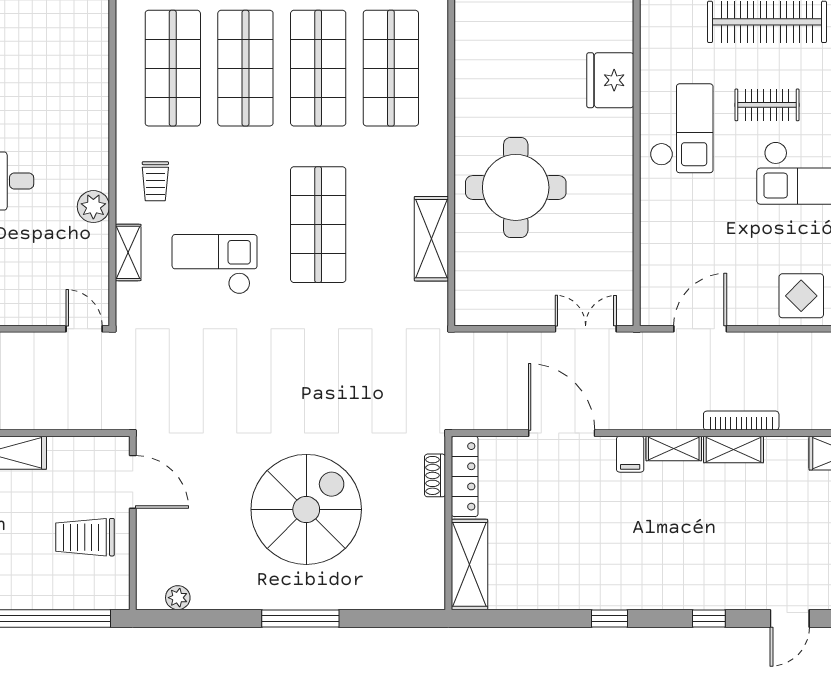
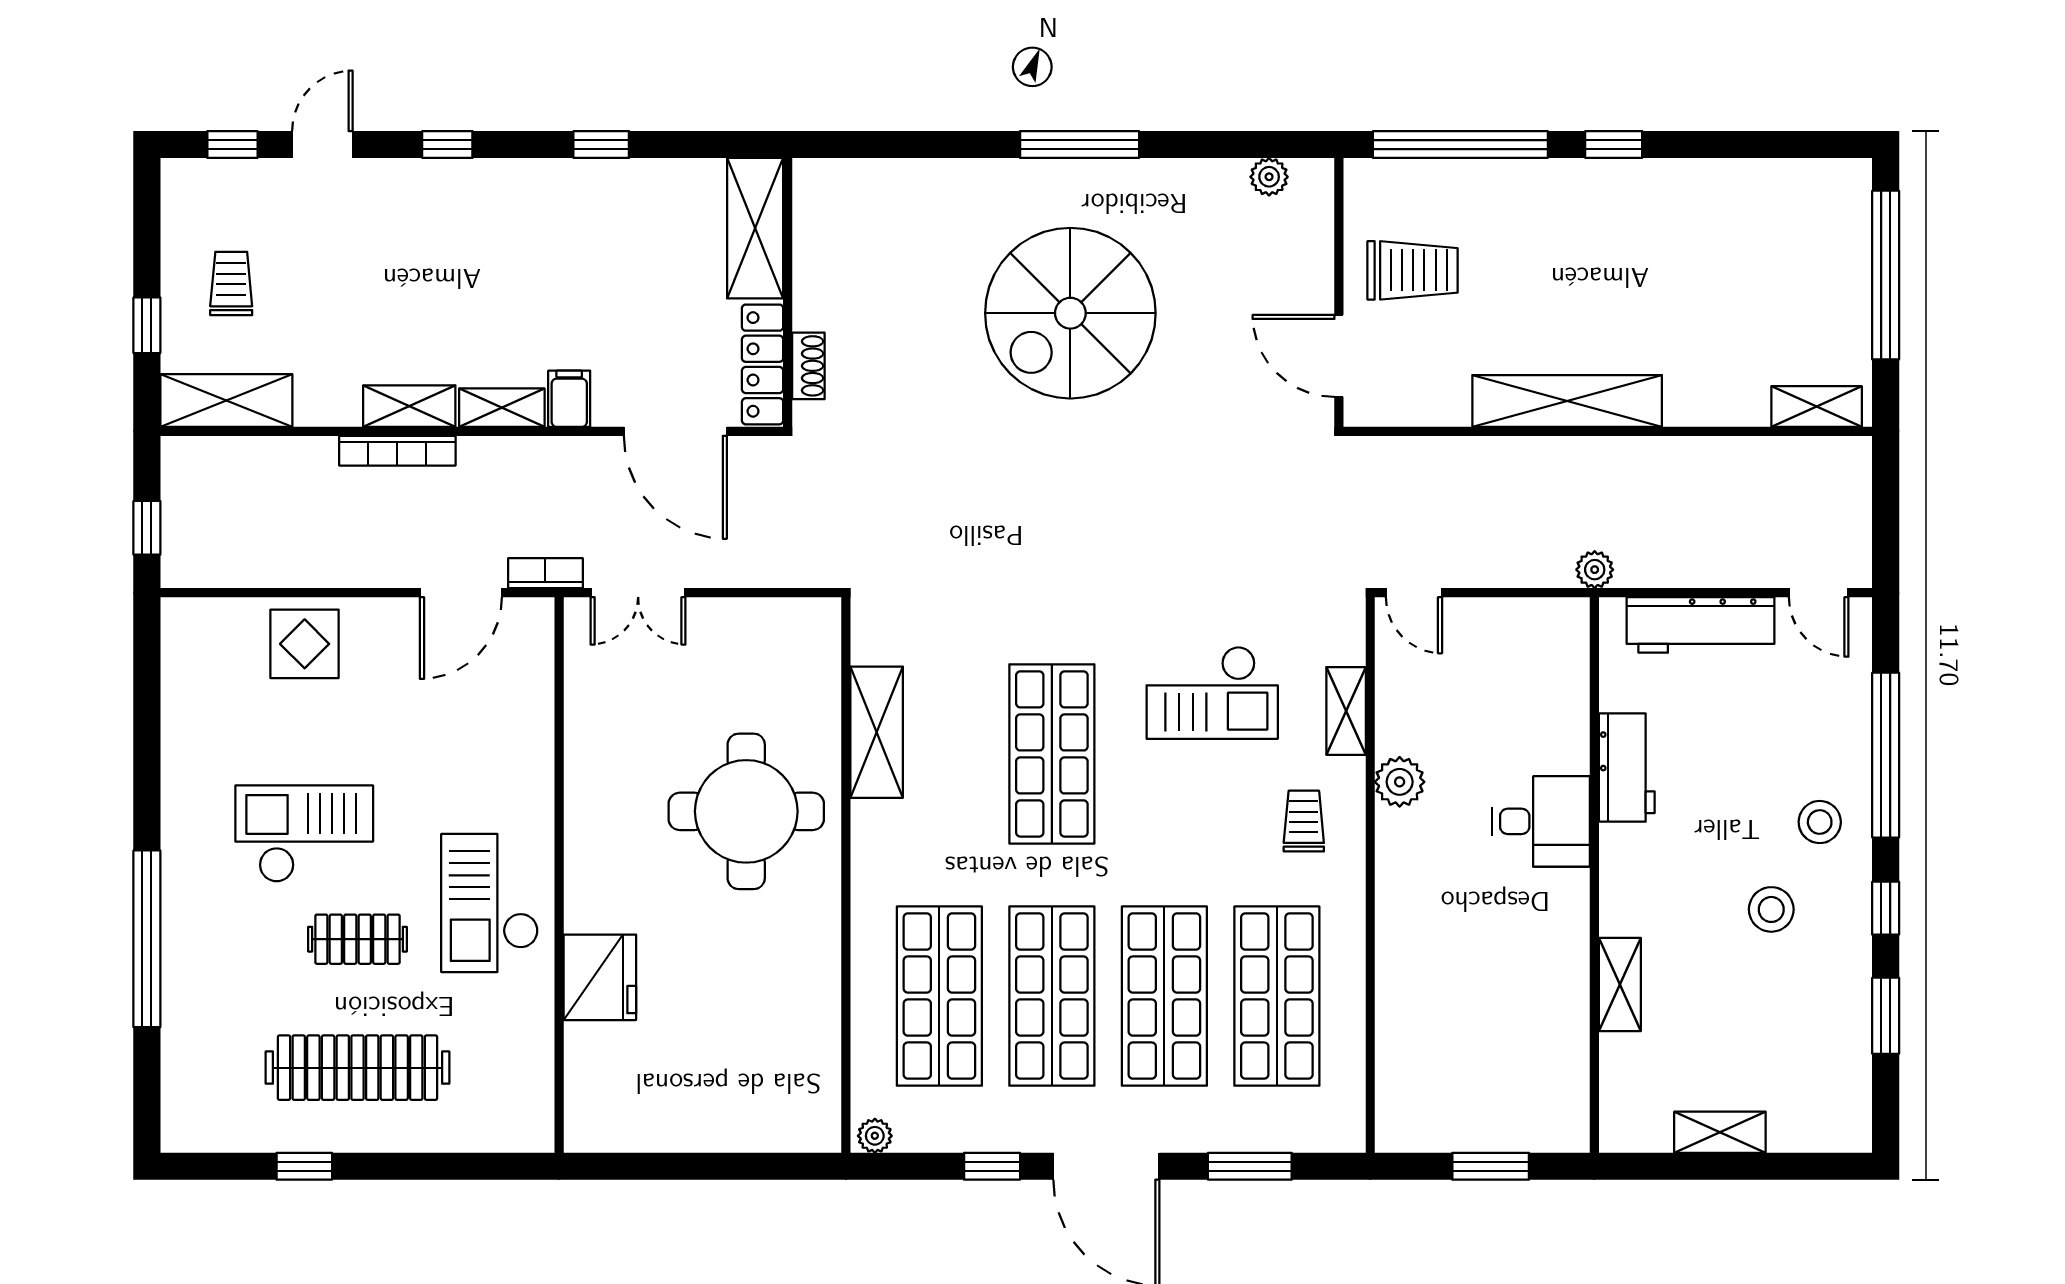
bookcase: (645, 341) -> (545, 573), added
shoe rack: (435, 475) -> (808, 366), moved
locker: (465, 476) -> (763, 364), moved
wall: (448, 523) -> (788, 292), moved
shelving: (469, 564) -> (755, 228), moved

